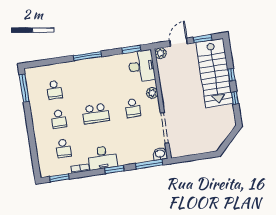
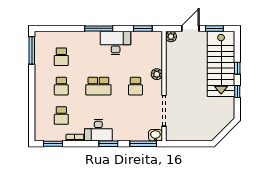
desk: (142, 66) -> (116, 43), moved, turned -90

